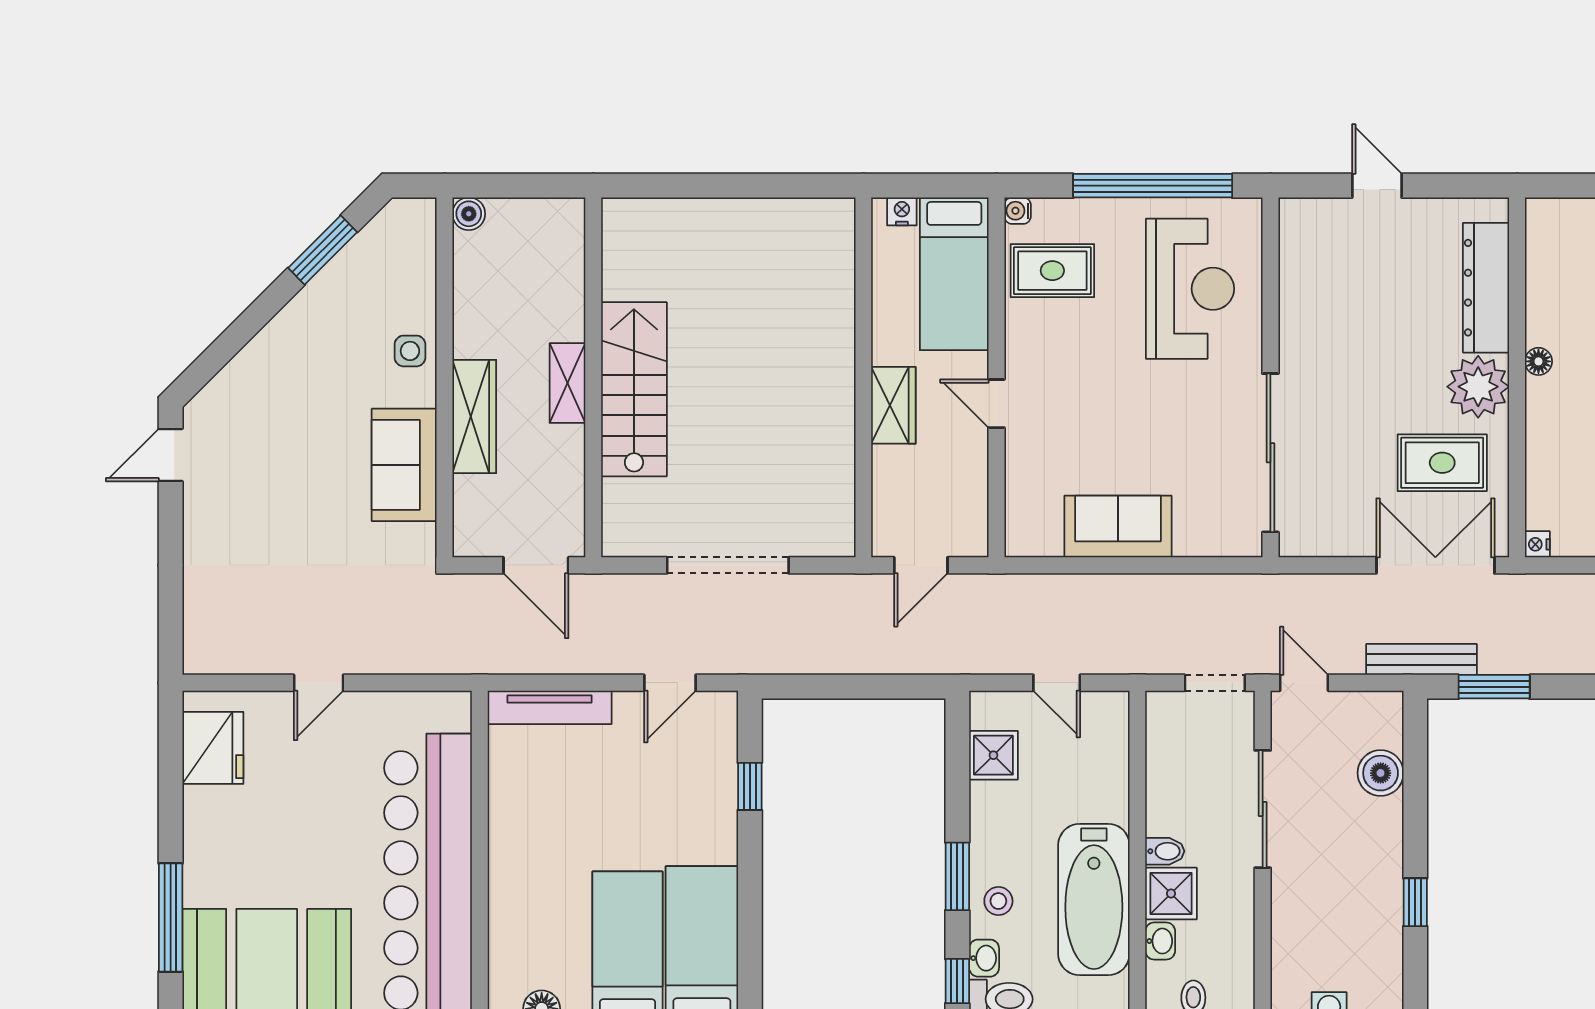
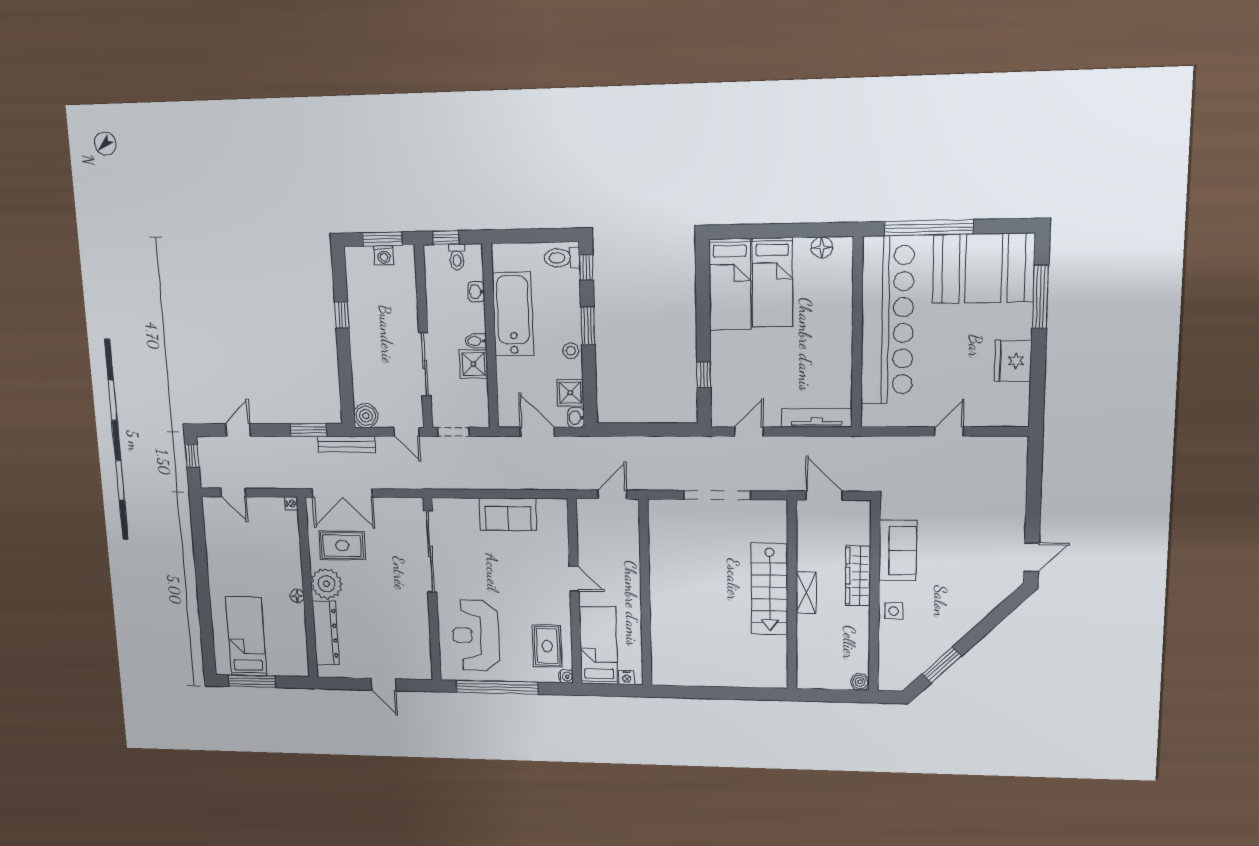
rug: (1052, 271) -> (547, 646), turned 90
wardrobe: (893, 405) -> (629, 579), removed
door: (1057, 683) -> (537, 432), width x1.37
fridge: (213, 748) -> (1013, 361), moved
boiler: (1381, 773) -> (366, 416), moved
shower: (1171, 894) -> (474, 364), moved
stool: (998, 901) -> (571, 351), moved
washbasin: (984, 958) -> (576, 418), moved

